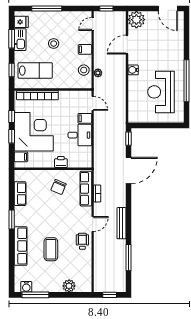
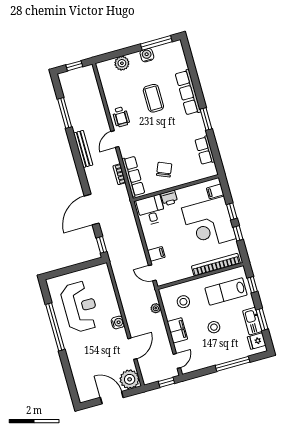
door: (168, 8) -> (112, 398), moved
filing cabinet: (85, 49) -> (177, 330), width x2.00
stool: (84, 70) -> (183, 302), moved
desk: (80, 135) -> (151, 210), moved, turned 90
water cooler: (26, 287) -> (147, 55), moved

